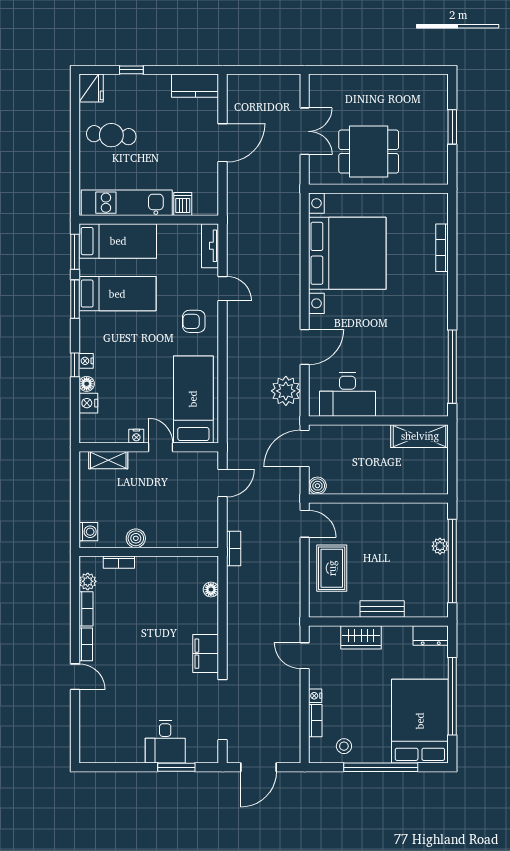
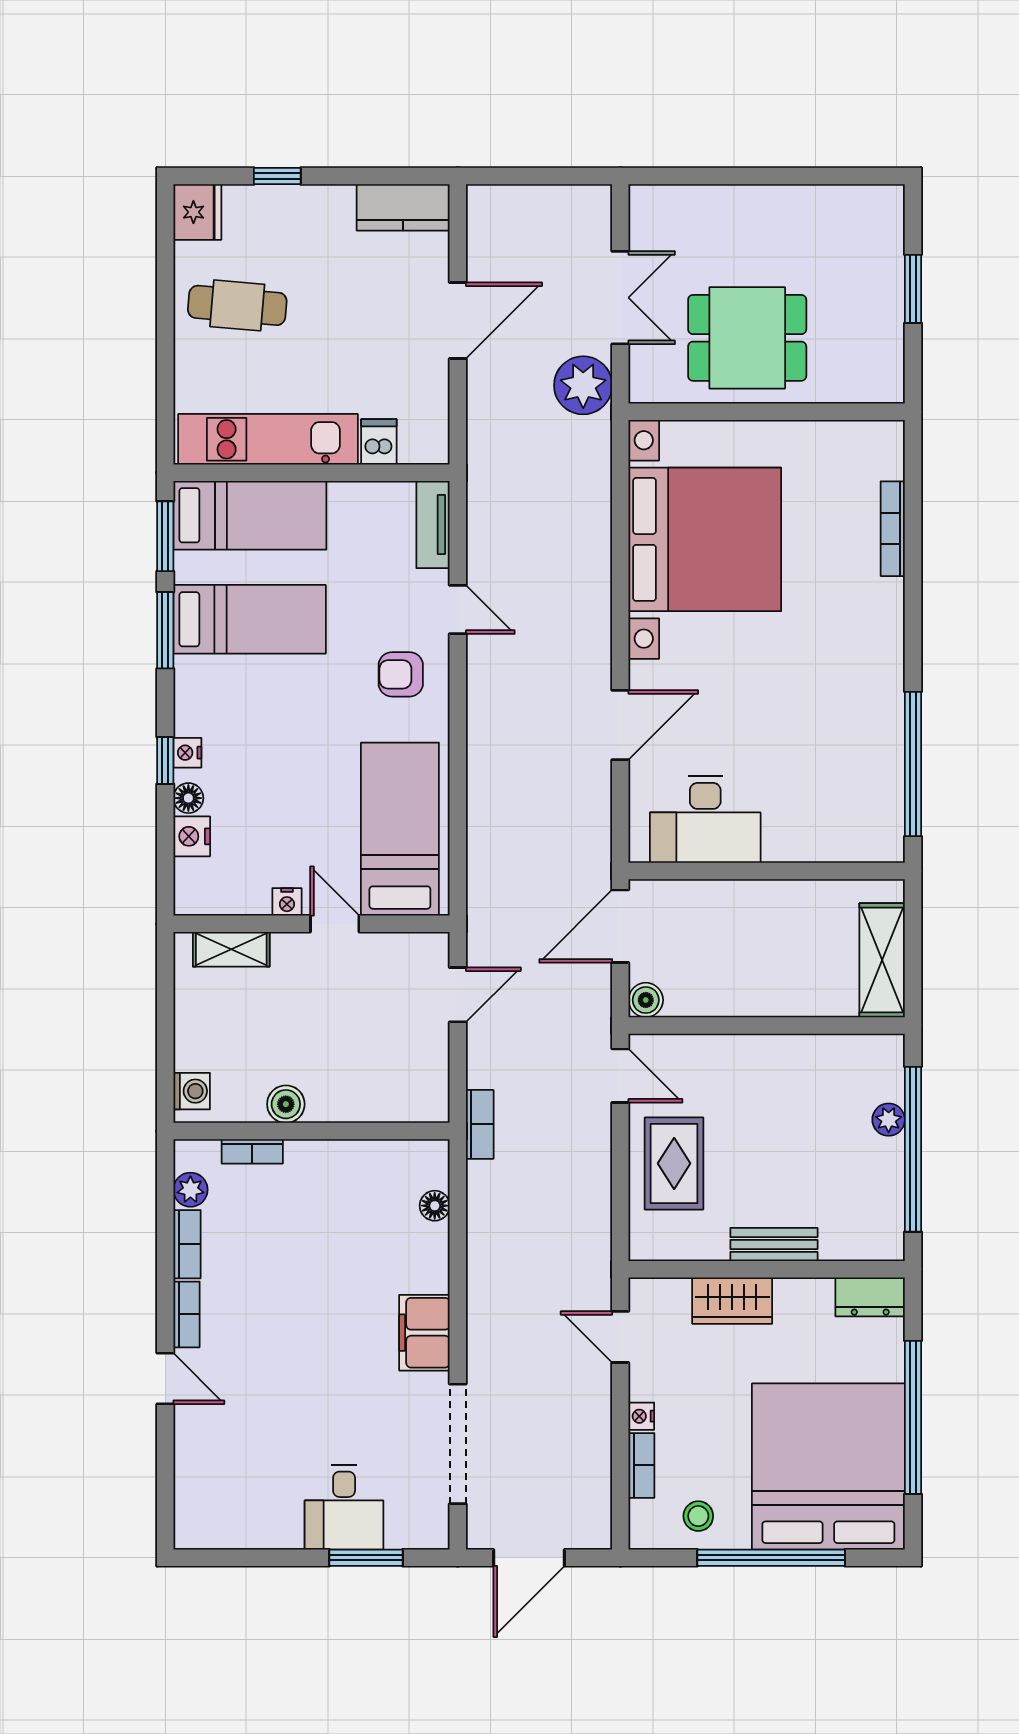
plant: (286, 391) -> (583, 385), moved
shelving: (420, 436) -> (882, 960), moved, turned 90
bed: (420, 721) -> (828, 1467), width x1.36

